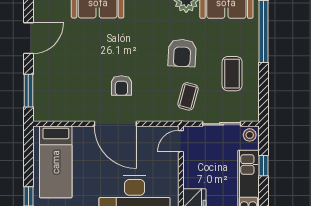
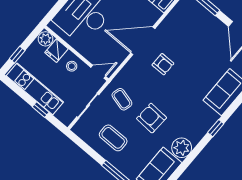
armchair: (121, 86) -> (163, 64), turned 180
stool: (250, 135) -> (72, 66), moved
door: (181, 141) -> (98, 72), hinge flipped

